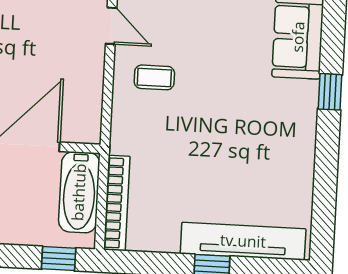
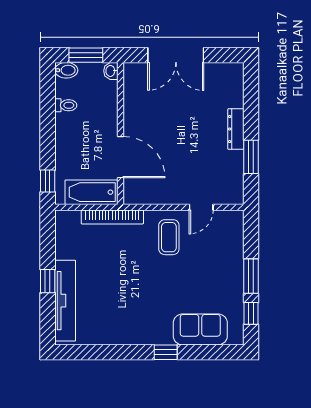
coffee table: (154, 77) -> (169, 237), width x1.36, depth x1.30
bookcase: (117, 203) -> (112, 217), moved

